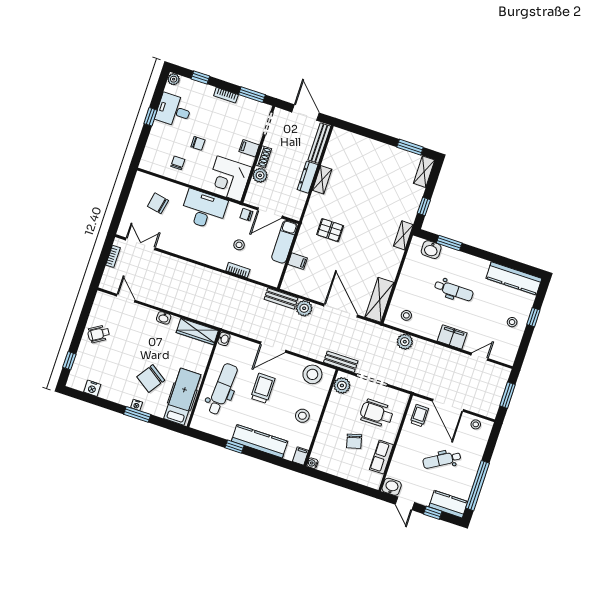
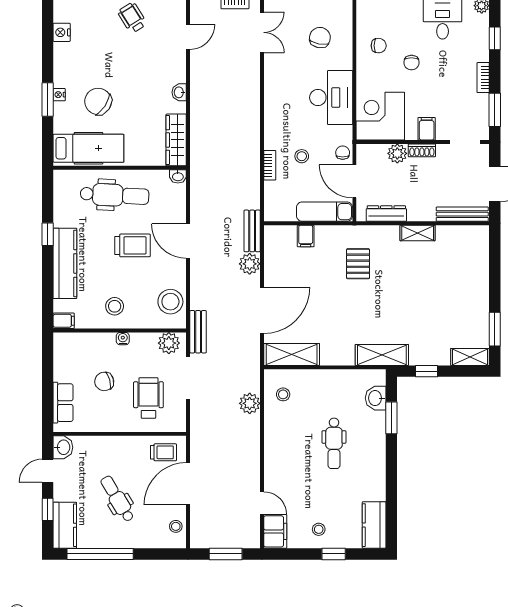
dresser: (308, 177) -> (386, 214), moved
shelving: (403, 235) -> (382, 355), width x1.50, depth x1.33
kitchen counter: (514, 278) -> (374, 525), width x0.67
filing cabinet: (452, 337) -> (275, 531), moved
row of seats: (381, 457) -> (63, 403), moved, turned 90
water cooler: (312, 463) -> (123, 339), moved

